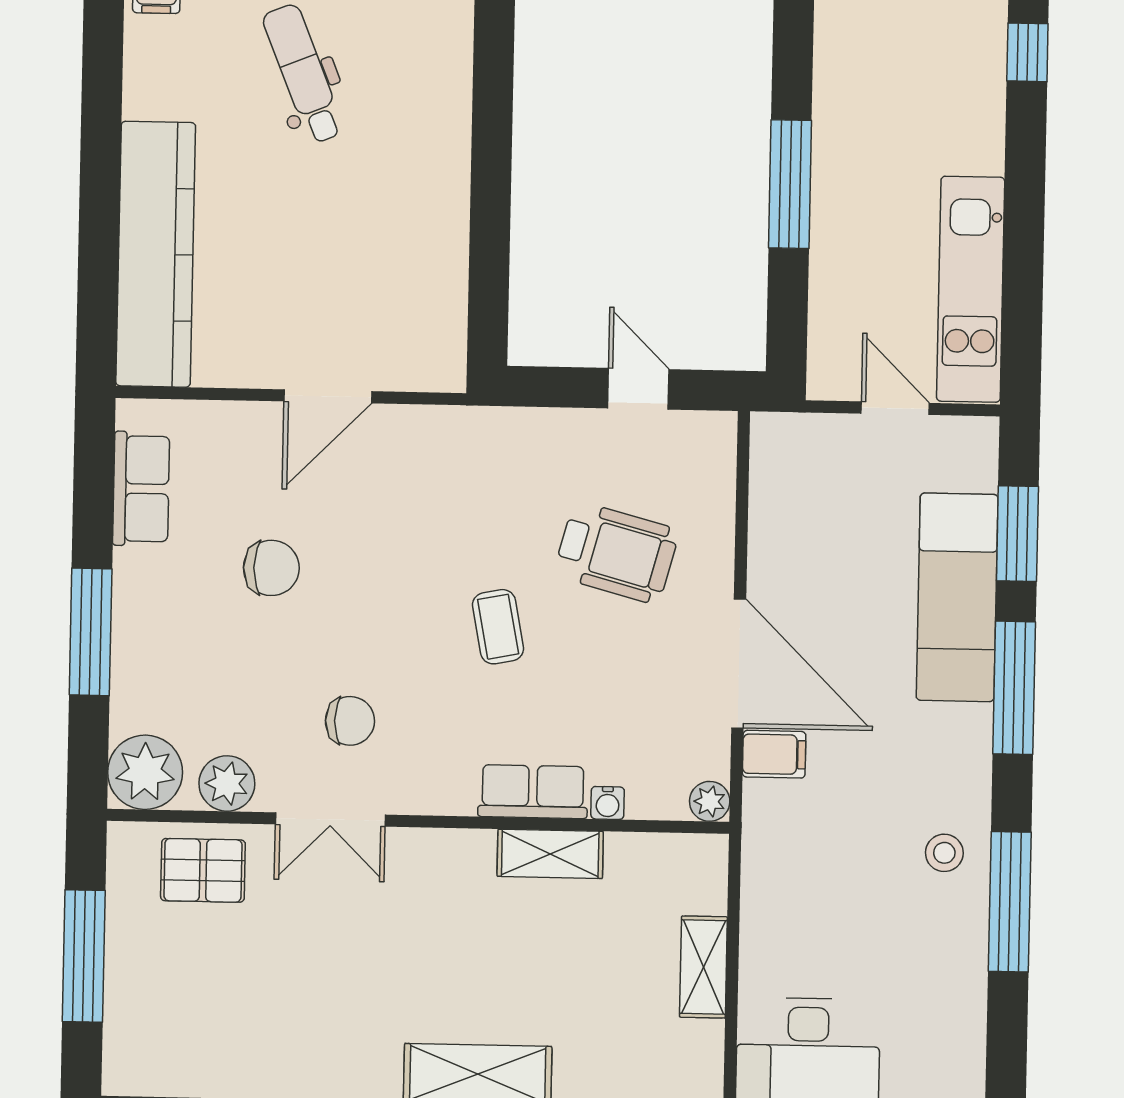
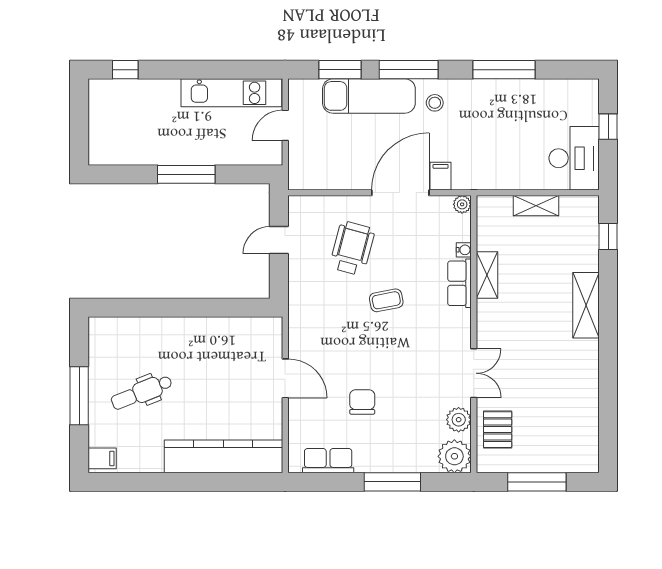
chair: (350, 721) -> (430, 365), removed
stool: (944, 853) -> (435, 103), moved

